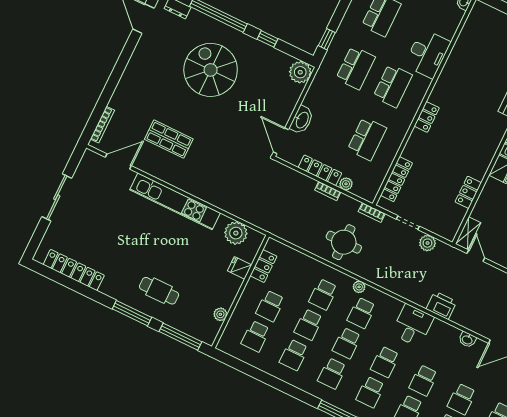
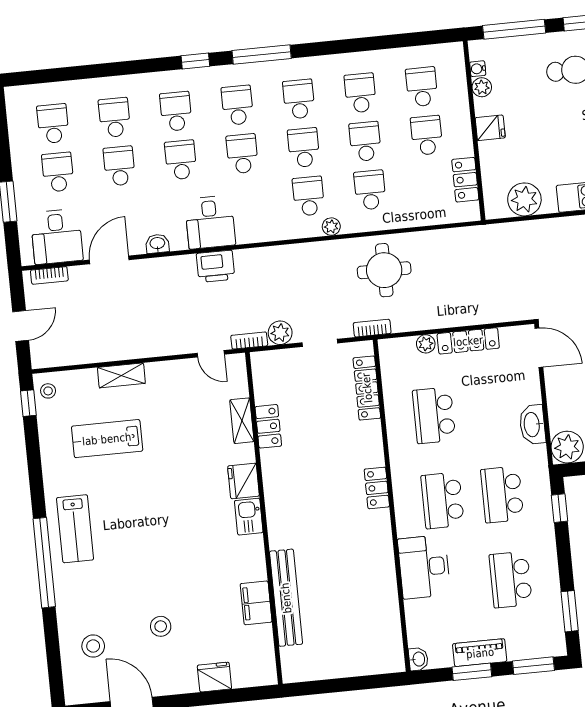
washbasin: (302, 120) -> (532, 425), moved
bookcase: (328, 191) -> (249, 341), moved
shelving: (468, 233) -> (242, 421), moved
fridge: (240, 268) -> (490, 128), moved
desk: (413, 325) -> (210, 222), moved
water cooler: (216, 327) -> (478, 69), added

